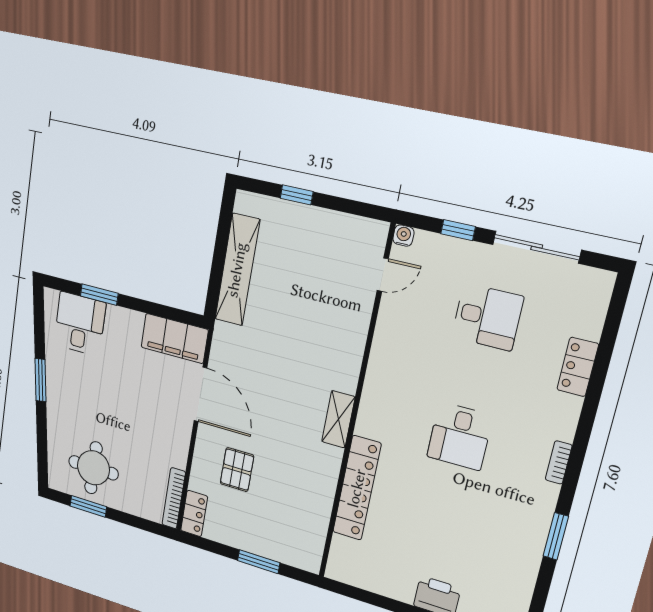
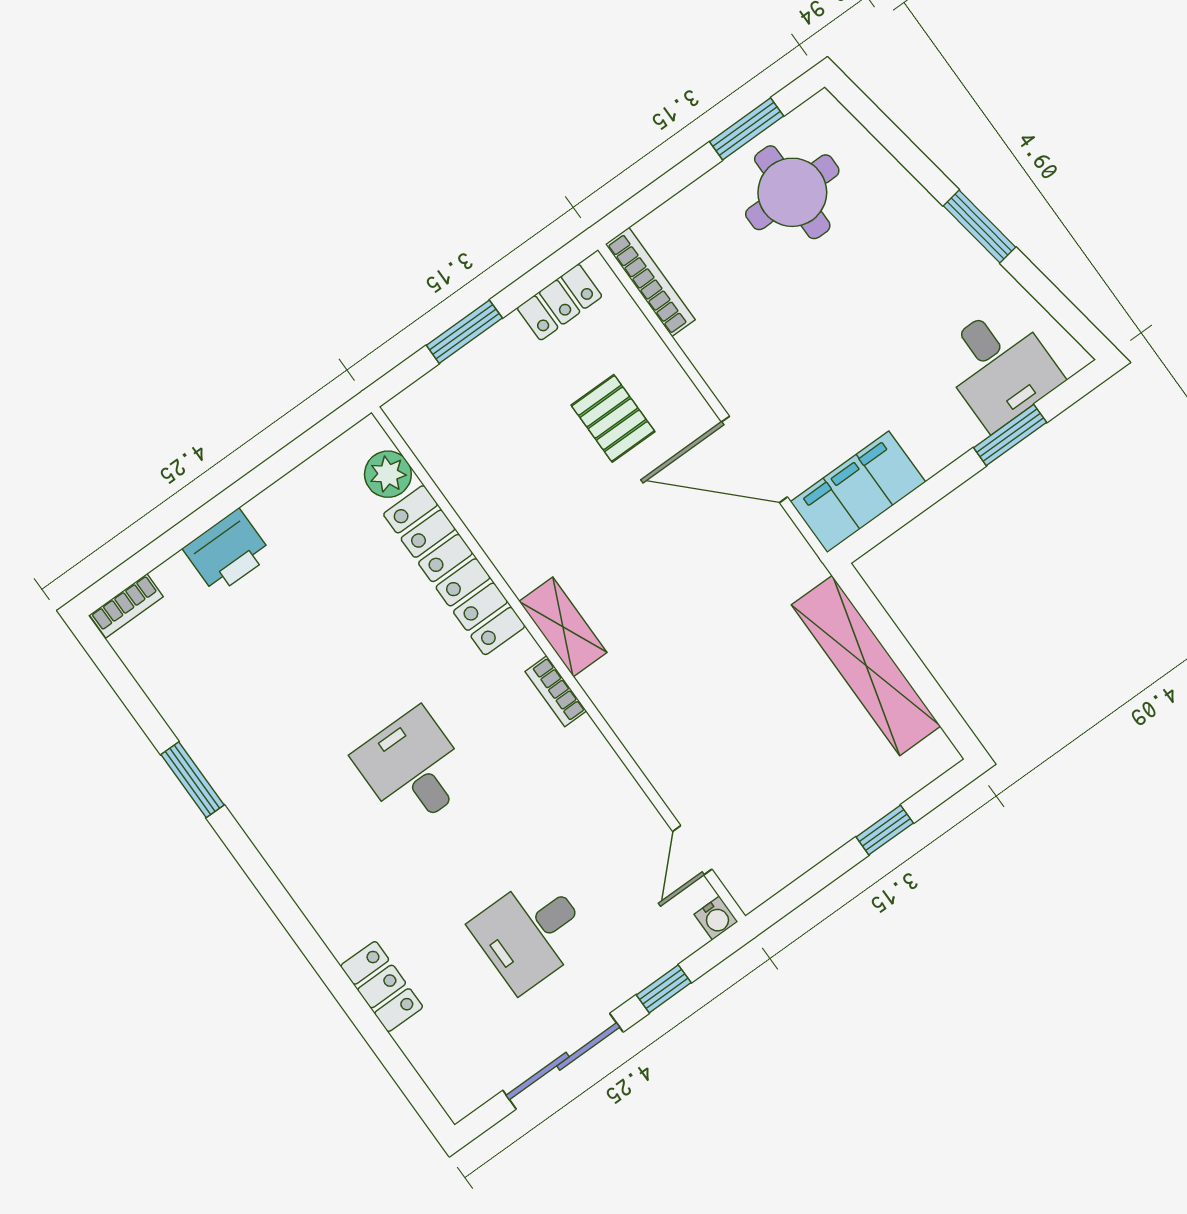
bookcase: (559, 462) -> (556, 691), moved, turned 180
locker: (194, 513) -> (560, 302), moved, turned -90
plant: (343, 550) -> (388, 474), added

